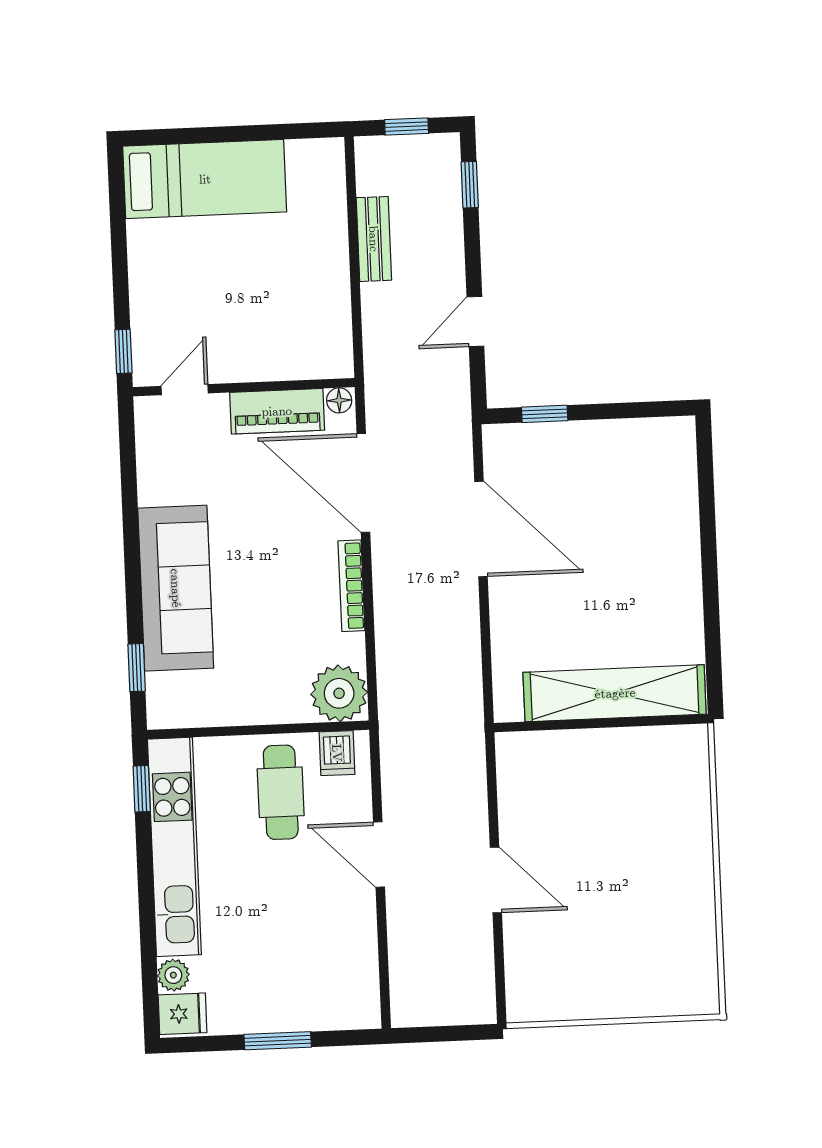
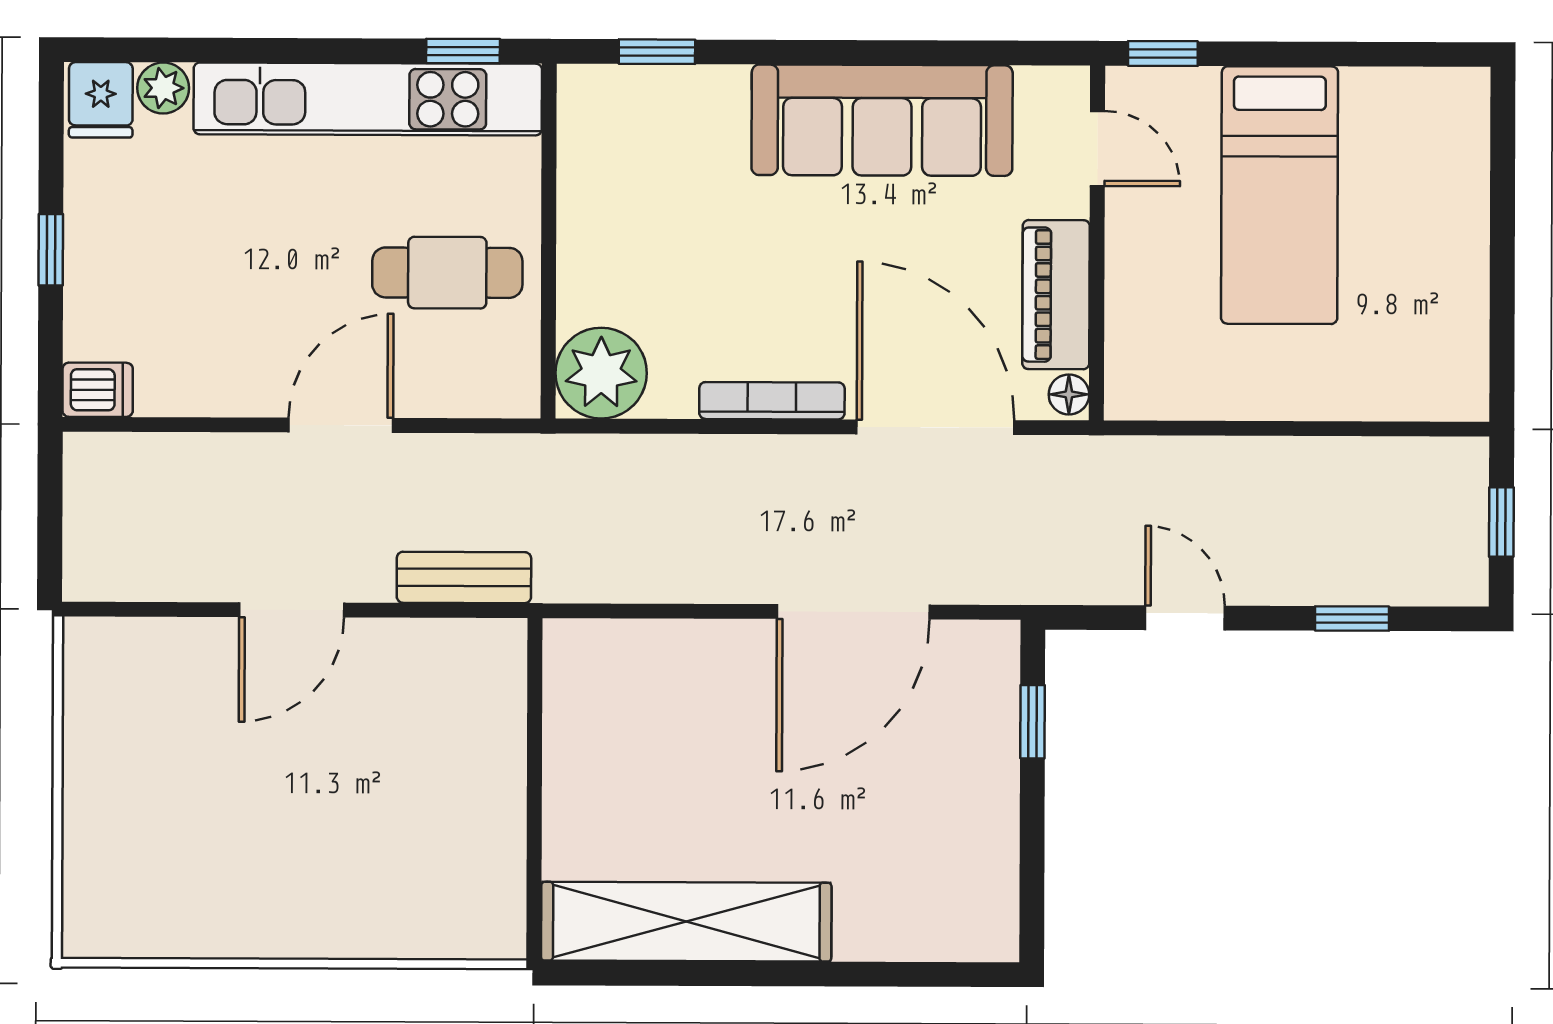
bed: (205, 179) -> (1280, 195), moved
window: (470, 185) -> (1352, 618), moved
bench: (374, 239) -> (464, 577), moved
door: (363, 483) -> (935, 427), hinge flipped
sofa: (176, 588) -> (882, 120), moved
shelving: (615, 693) -> (686, 922), moved, turned 90
dishwasher: (337, 753) -> (98, 390), moved, turned 180
window: (278, 1041) -> (51, 250), width x0.67

